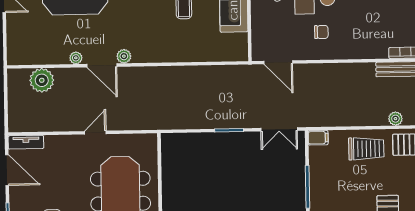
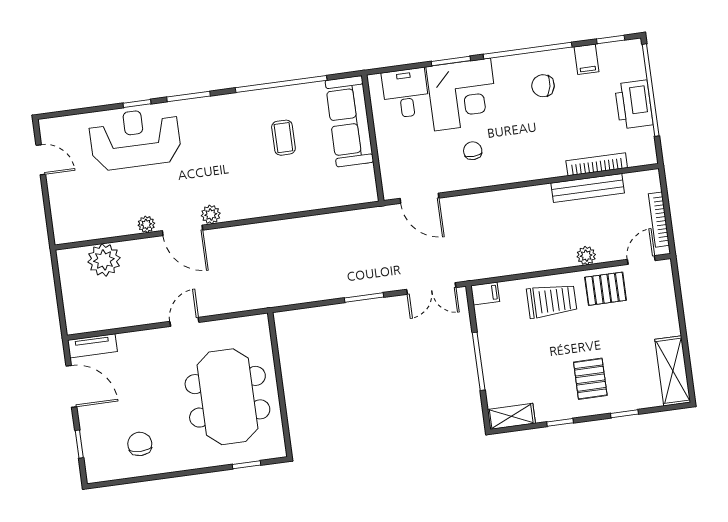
chair: (321, 32) -> (473, 151), turned -92

